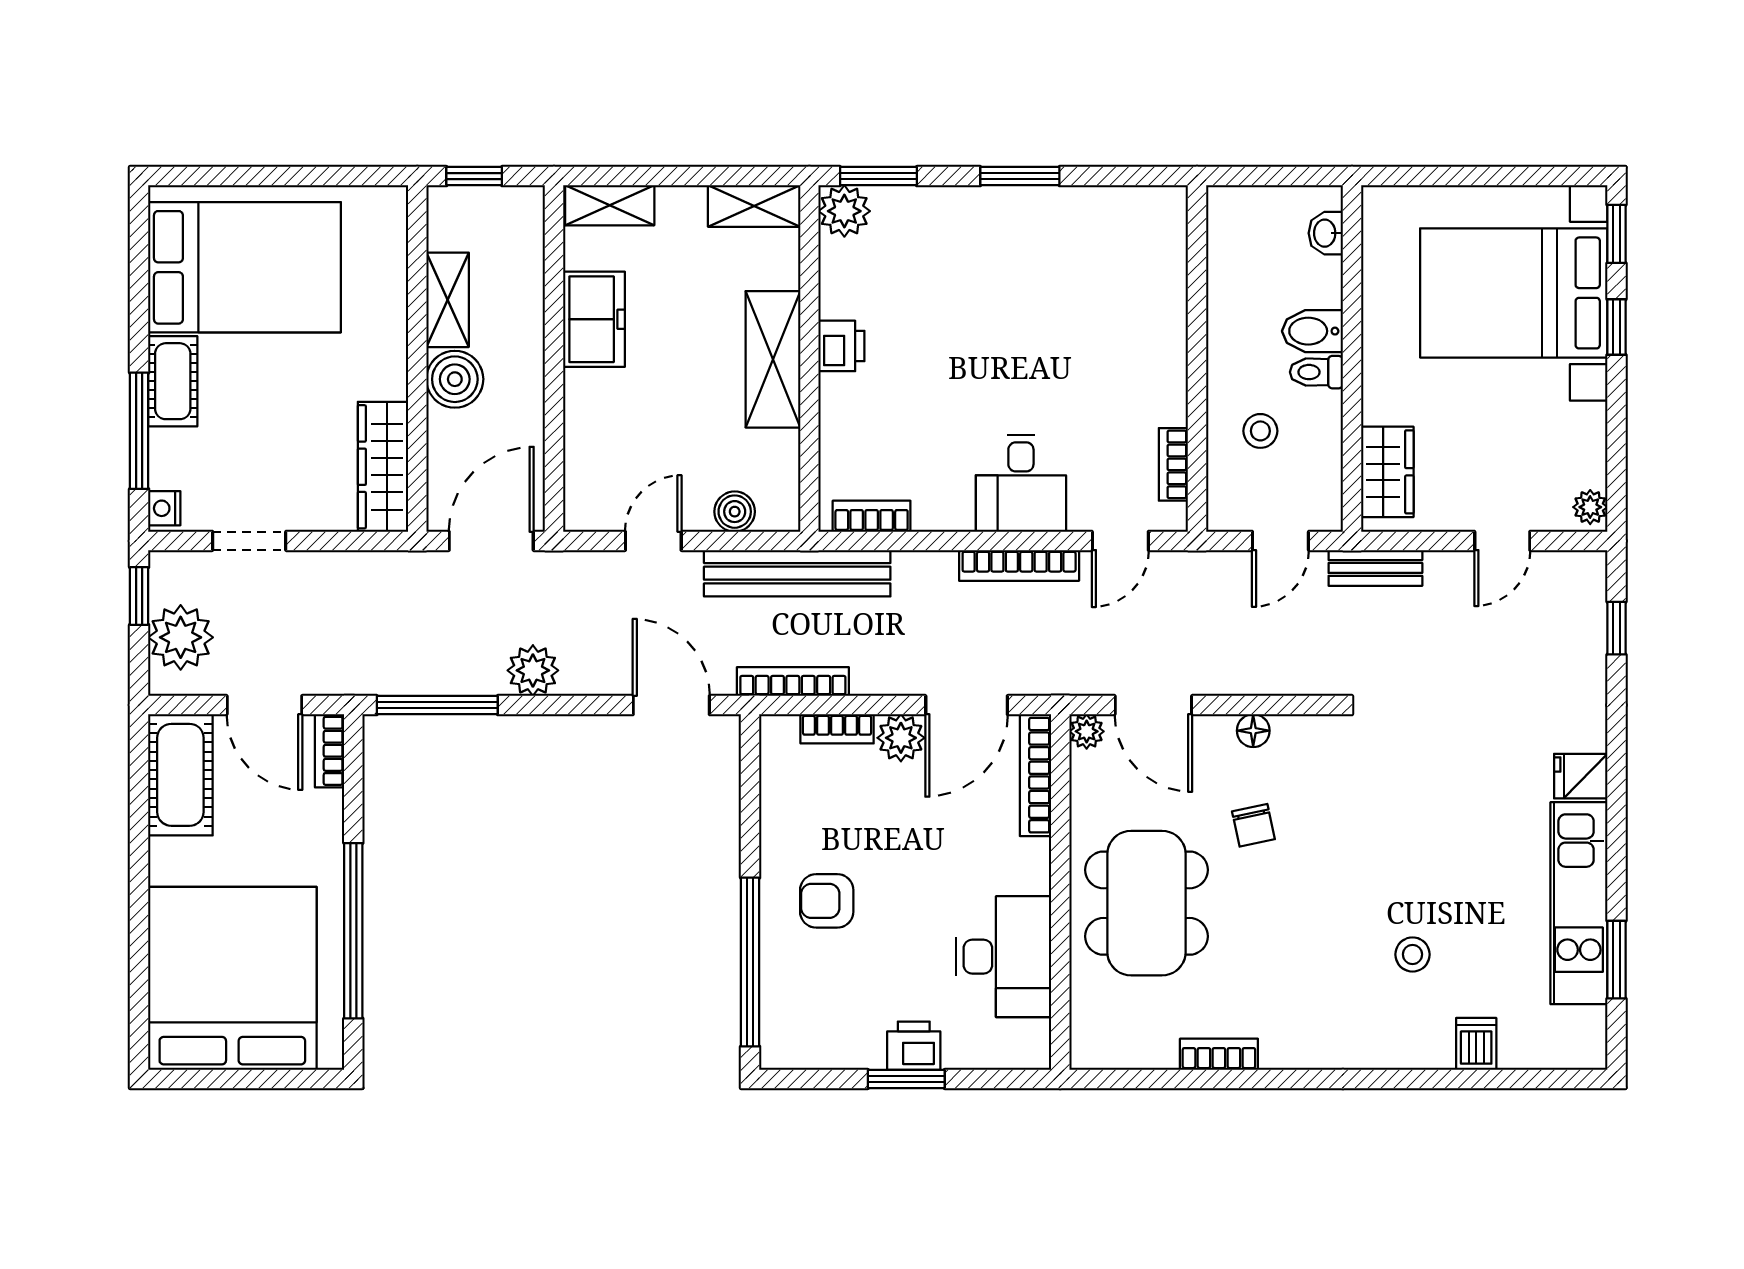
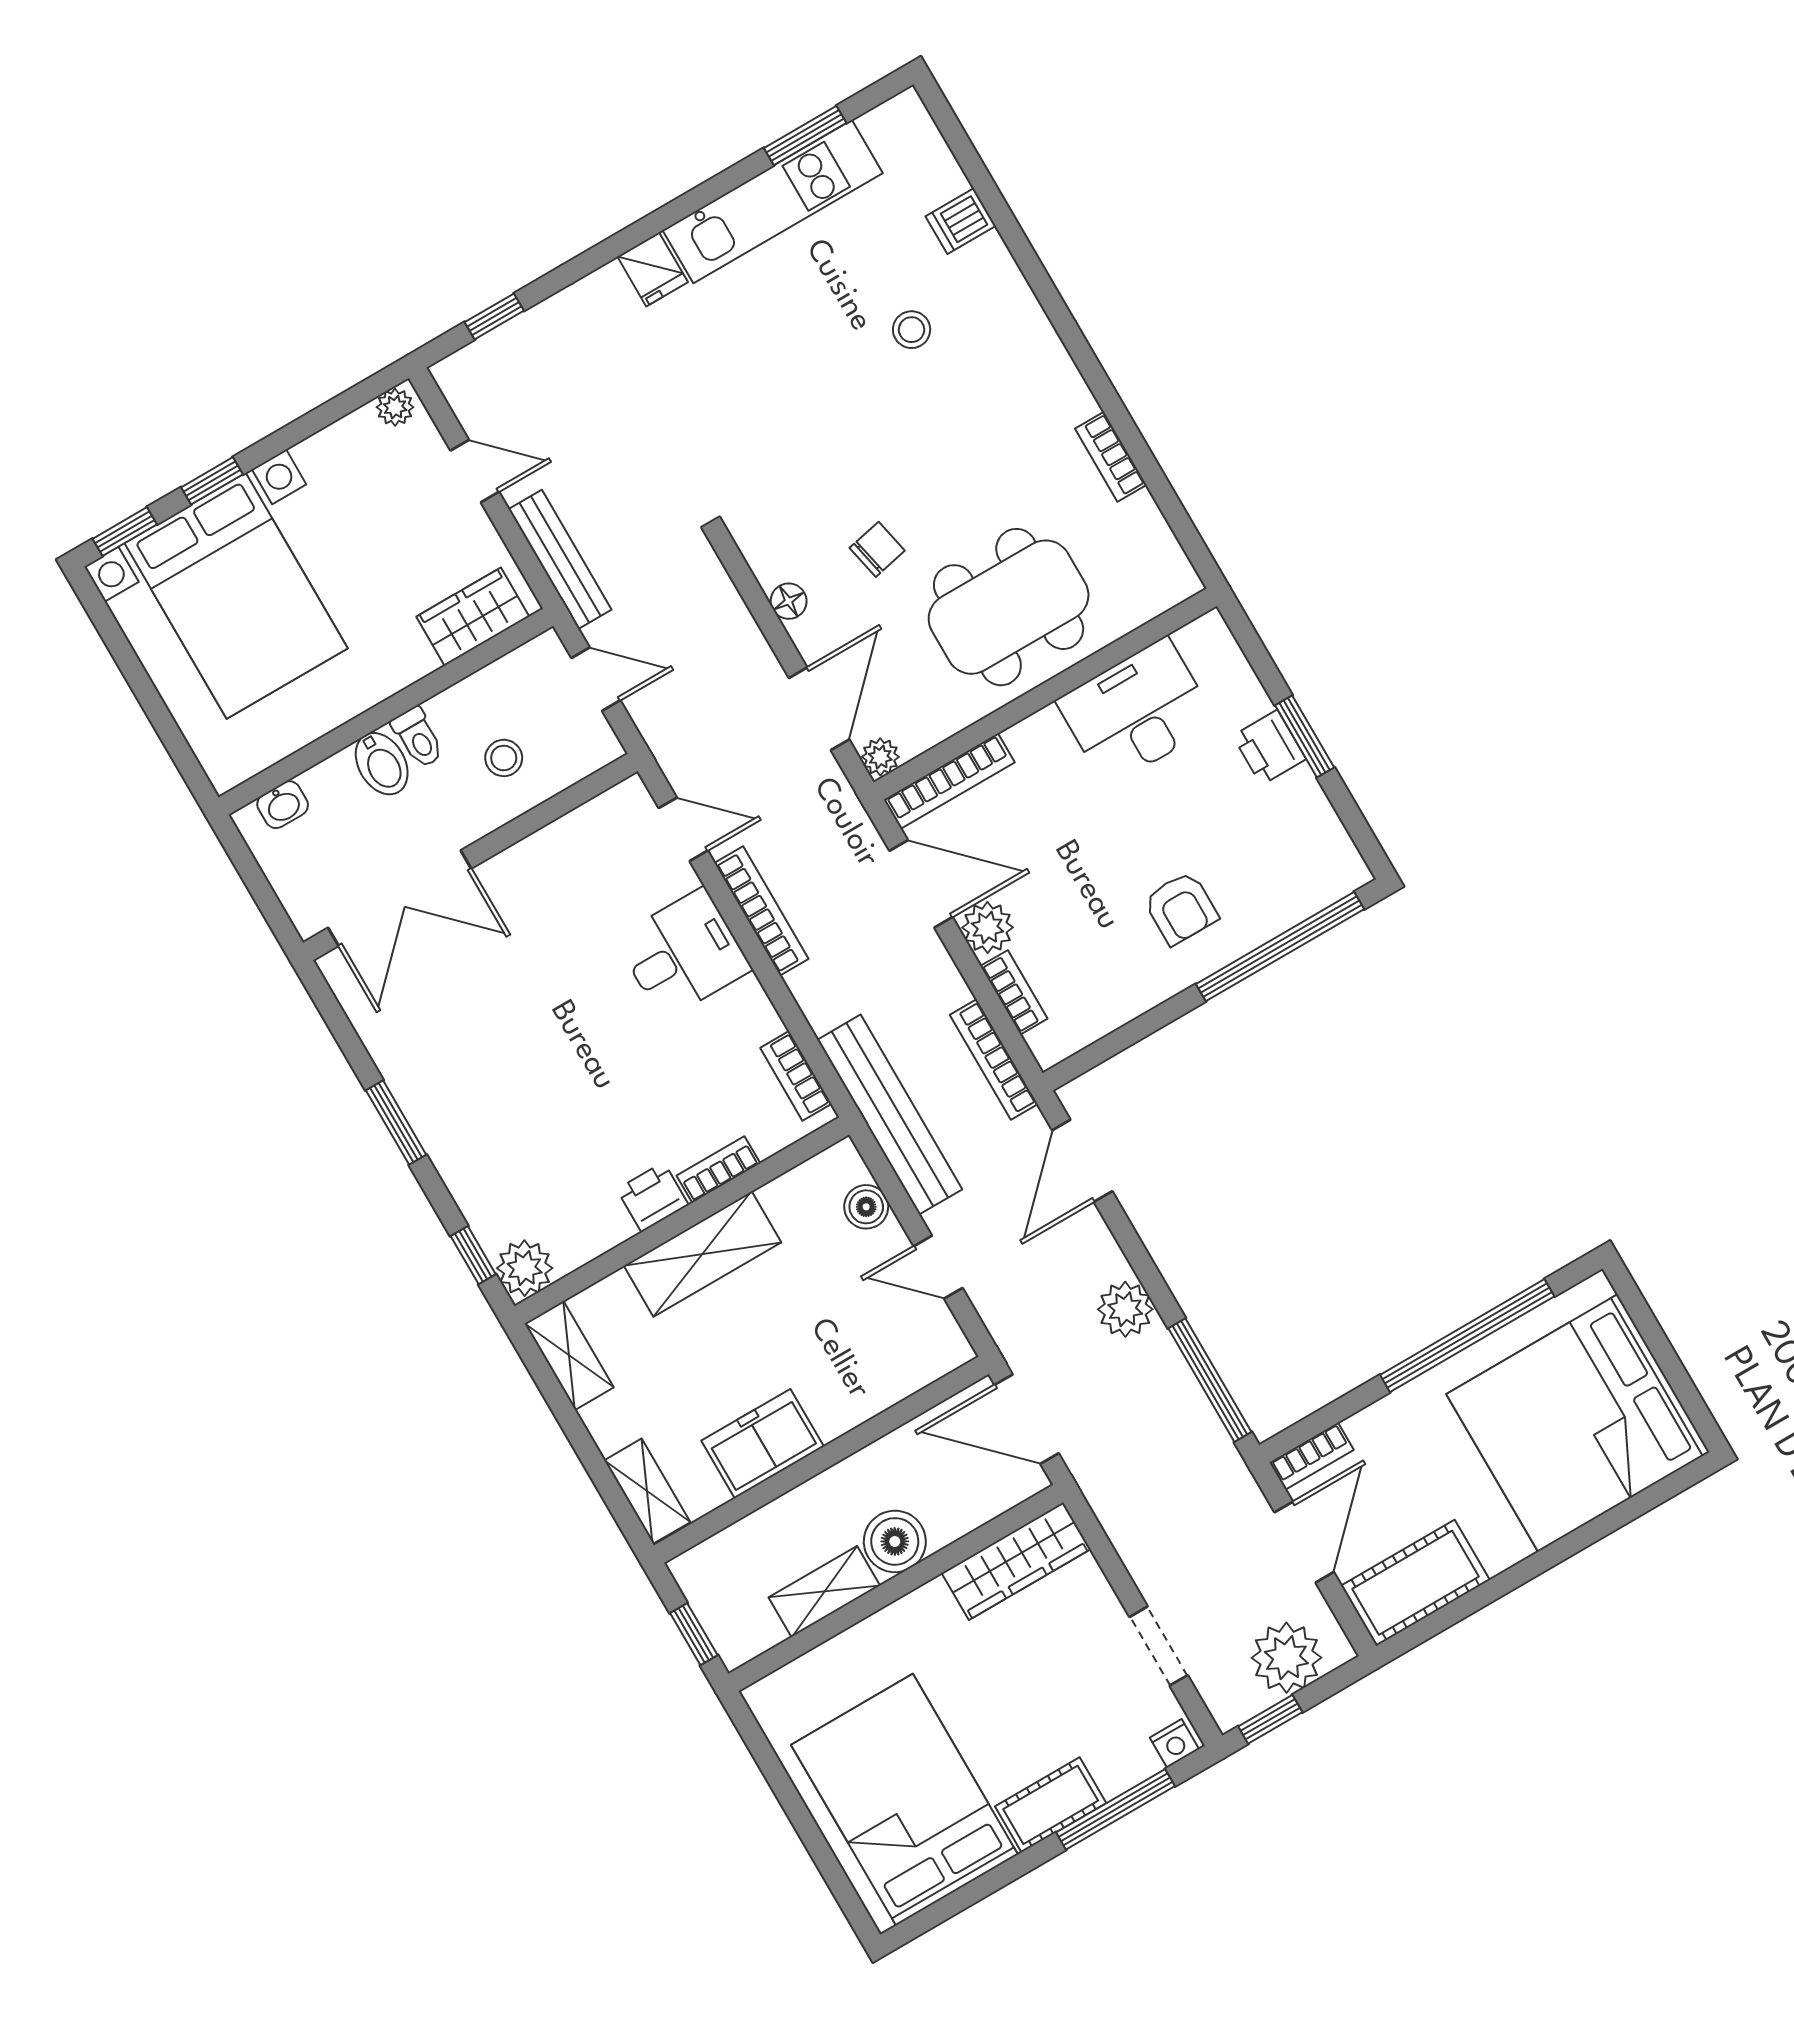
window: (878, 176) -> (473, 1255), width x0.67
double door: (1197, 283) -> (400, 898), added
bookcase: (1173, 464) -> (718, 1169), moved, turned 180
bench: (1375, 568) -> (560, 559), width x1.36

